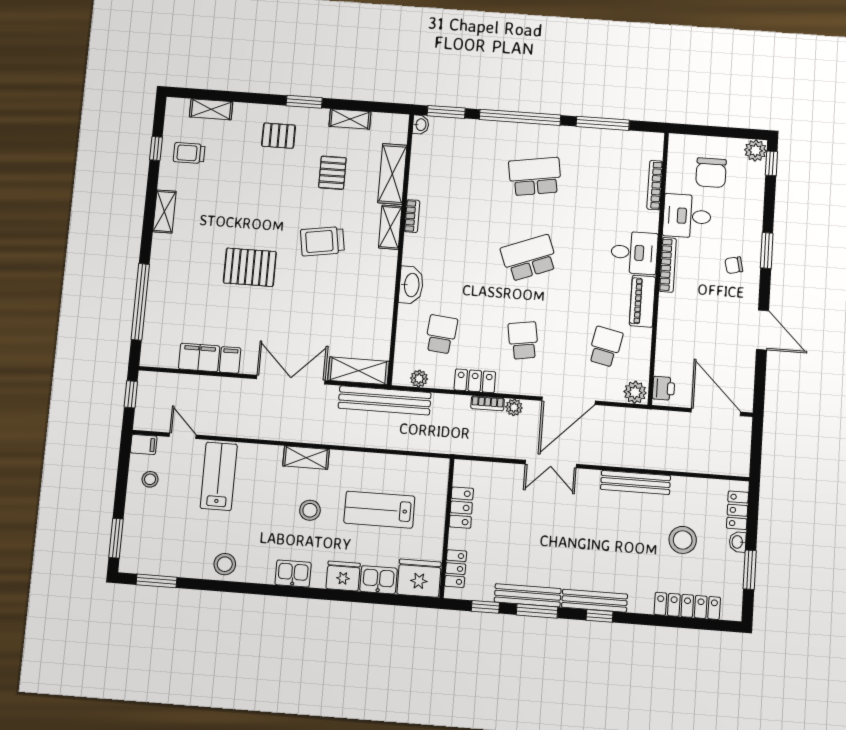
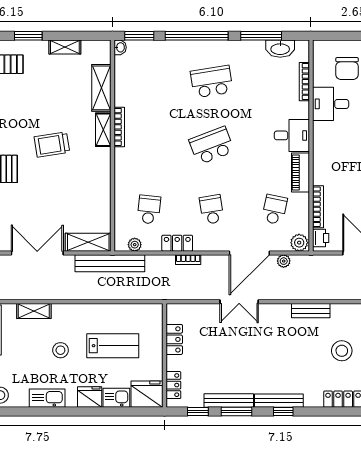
pallet: (332, 173) -> (55, 90), removed
bookcase: (412, 216) -> (119, 127), width x1.56
bookcase: (668, 265) -> (318, 207), moved
washbasin: (411, 285) -> (280, 49), moved, turned 90
plant: (514, 407) -> (284, 261), moved
shelving: (306, 458) -> (34, 311), moved
bench: (636, 482) -> (311, 311), width x0.73
lab bench: (379, 510) -> (113, 346), turned 180
kitchen sink: (293, 573) -> (47, 398), width x1.38

